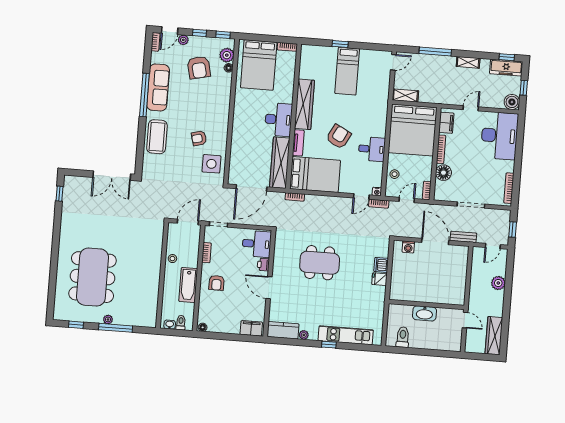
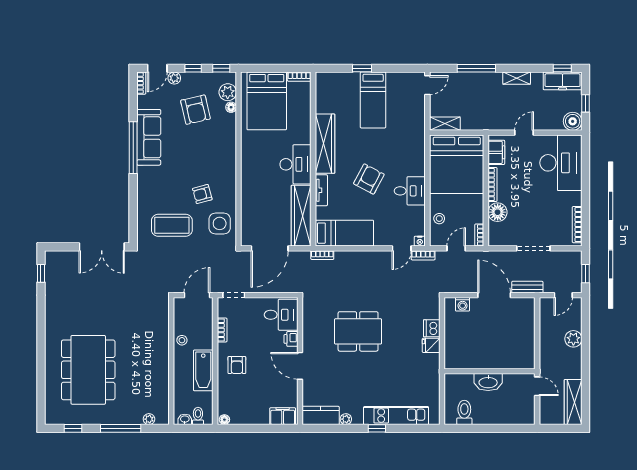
coffee table: (157, 137) -> (172, 225), moved, turned 90
bed: (315, 175) -> (344, 233), width x0.67
plant: (108, 319) -> (149, 419), moved

